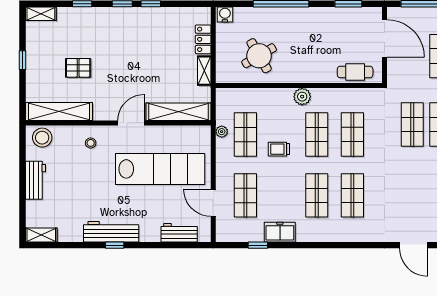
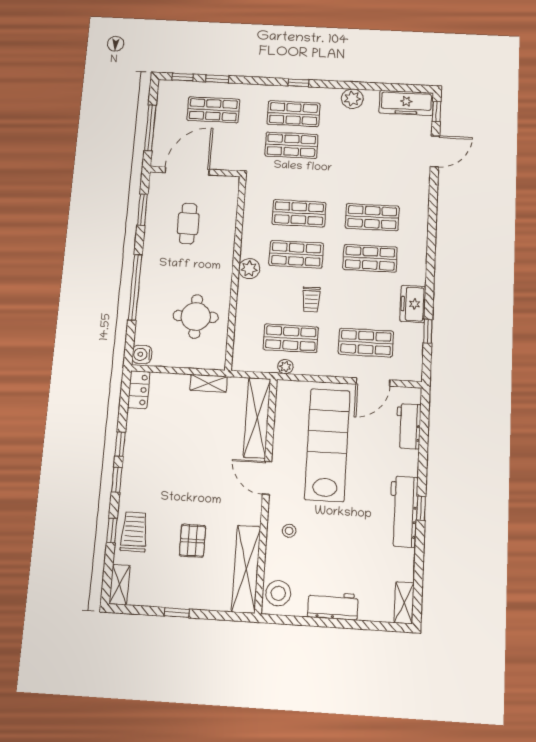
trolley: (82, 21) -> (134, 532), added
locker: (203, 39) -> (139, 390), moved, turned -90
round table: (259, 56) -> (196, 316), turned 30
cafe table: (355, 72) -> (188, 224), moved

